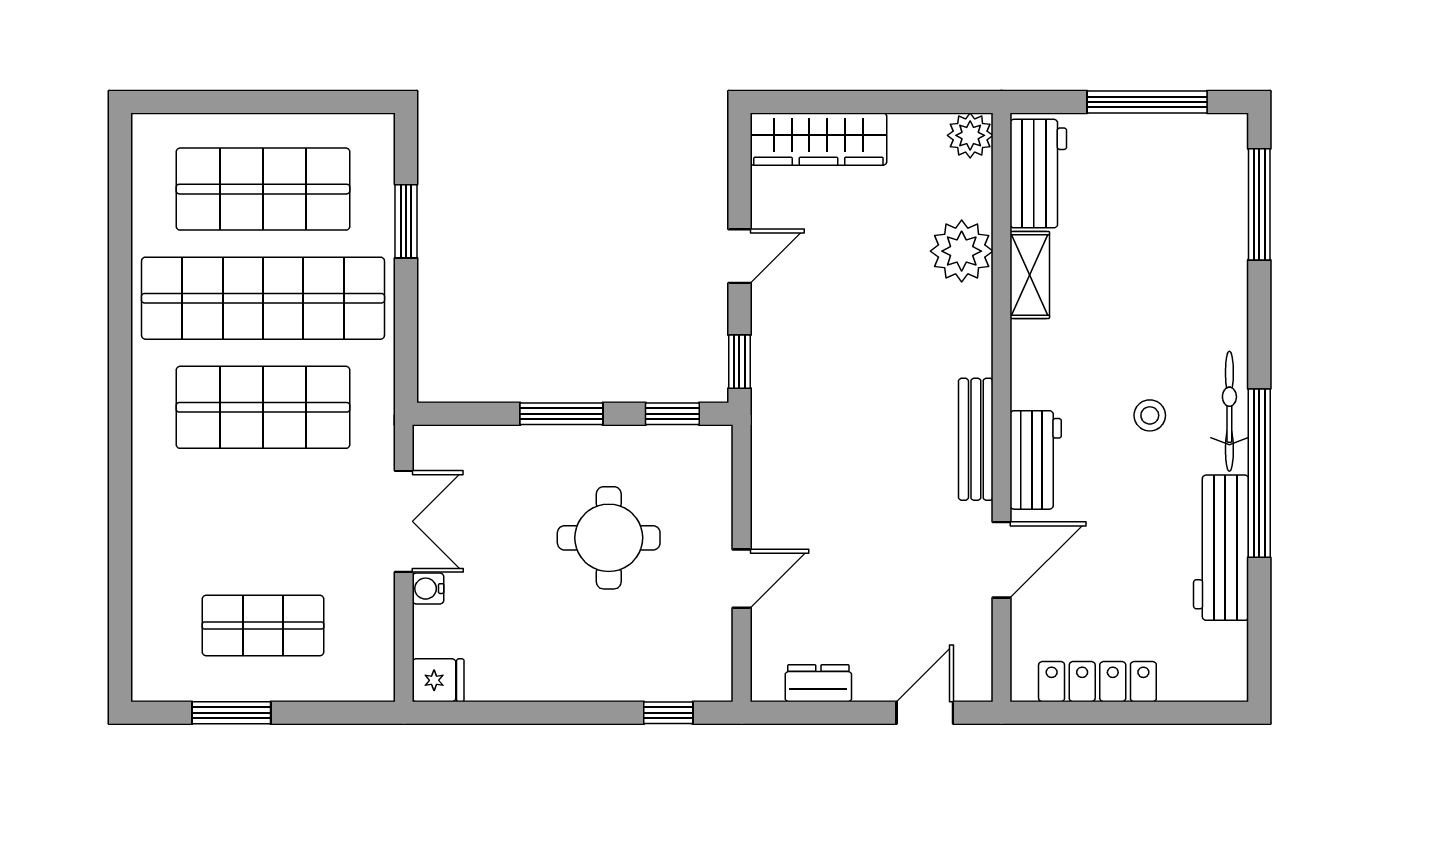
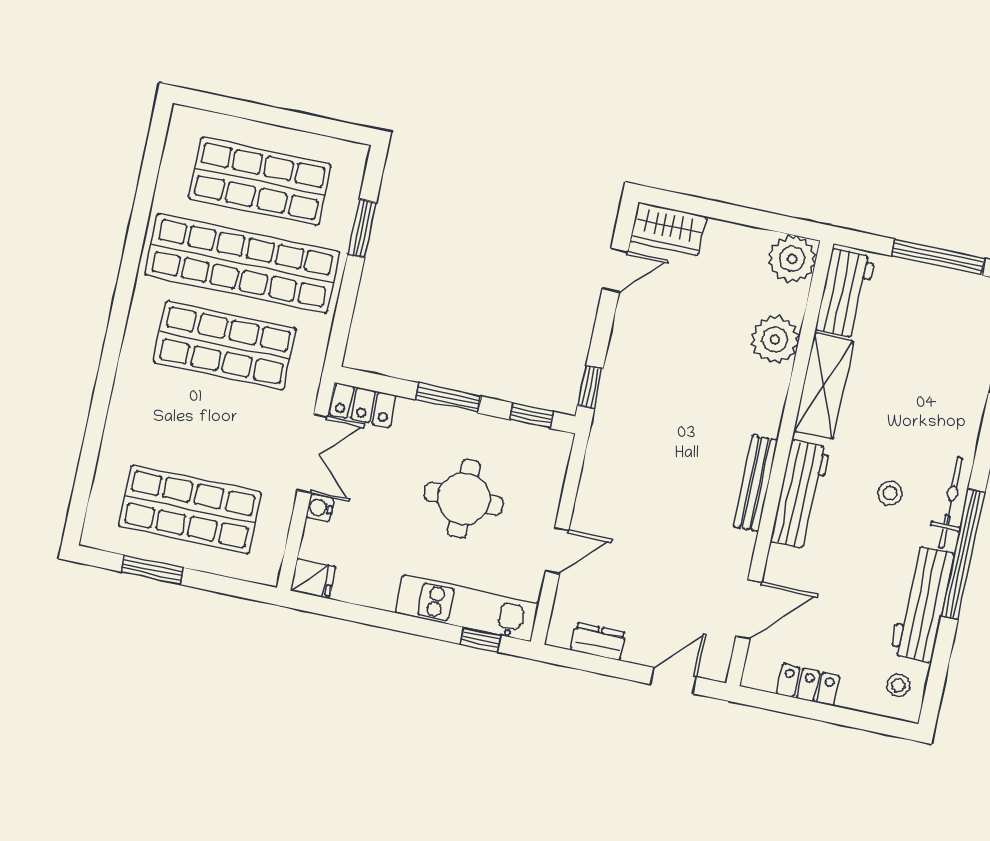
plant: (970, 135) -> (792, 259), width x1.36, depth x1.36
wardrobe: (818, 139) -> (668, 229), width x0.67
door: (739, 256) -> (615, 270), moved
shelving: (1030, 275) -> (824, 386), width x1.50, depth x1.33
locker: (455, 446) -> (363, 405), added
workbench: (1036, 460) -> (800, 494), width x1.38
door: (1002, 560) -> (749, 609), moved
shop shelf: (263, 626) -> (190, 509), width x1.43, depth x1.36
stool: (1212, 658) -> (898, 685), added
kitchen unit: (642, 676) -> (467, 608), added
locker: (1097, 682) -> (808, 685), width x0.66

